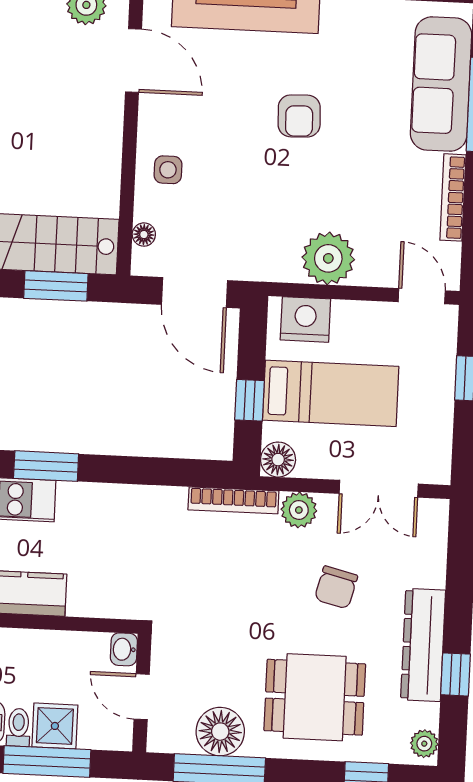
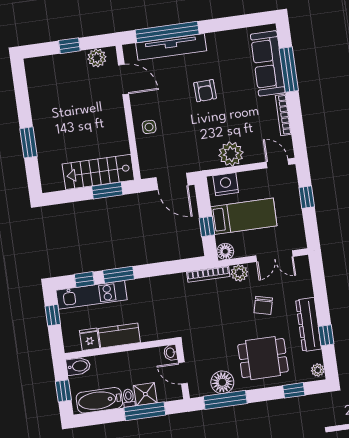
floor lamp: (144, 235) -> (144, 159), removed

